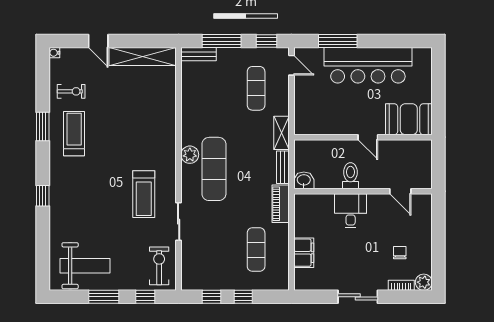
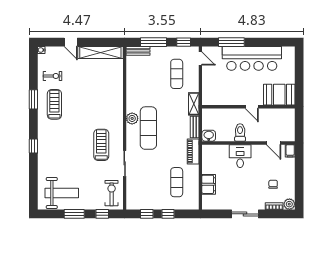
treadmill: (144, 194) -> (101, 145), turned 180
filing cabinet: (425, 203) -> (290, 151), added

